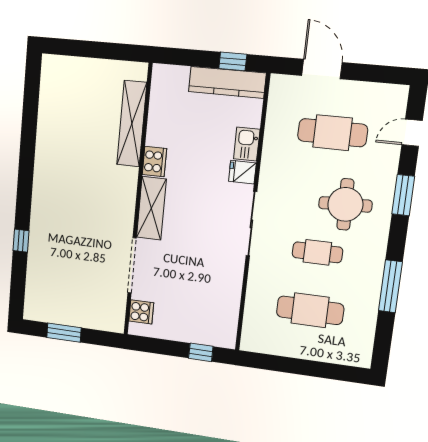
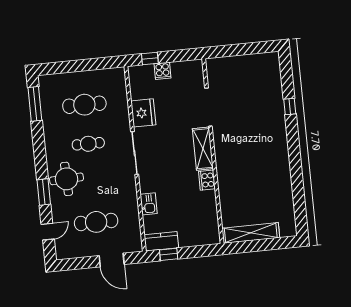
kitchen counter: (227, 82) -> (161, 241), width x0.67
shelving: (132, 124) -> (251, 233), moved, turned 90
fridge: (242, 172) -> (143, 113), moved, width x1.88, depth x1.34
round table: (345, 204) -> (67, 179), moved
window: (390, 286) -> (35, 104), moved
cooker: (141, 312) -> (163, 71), moved, turned -90
window: (64, 333) -> (247, 49), removed

